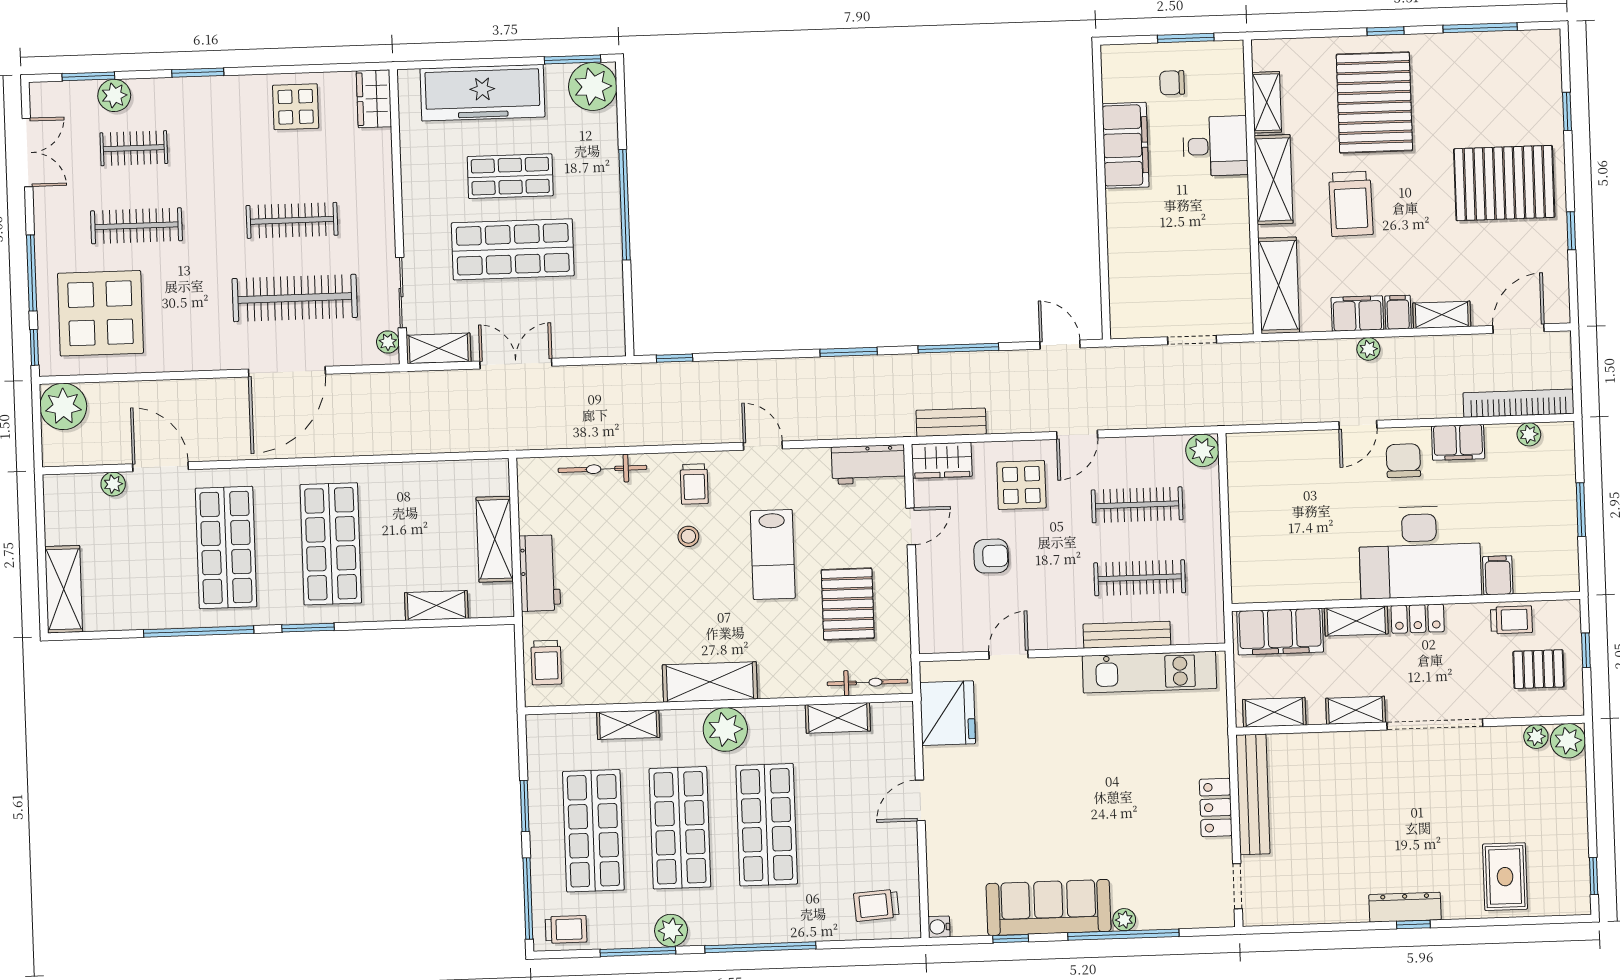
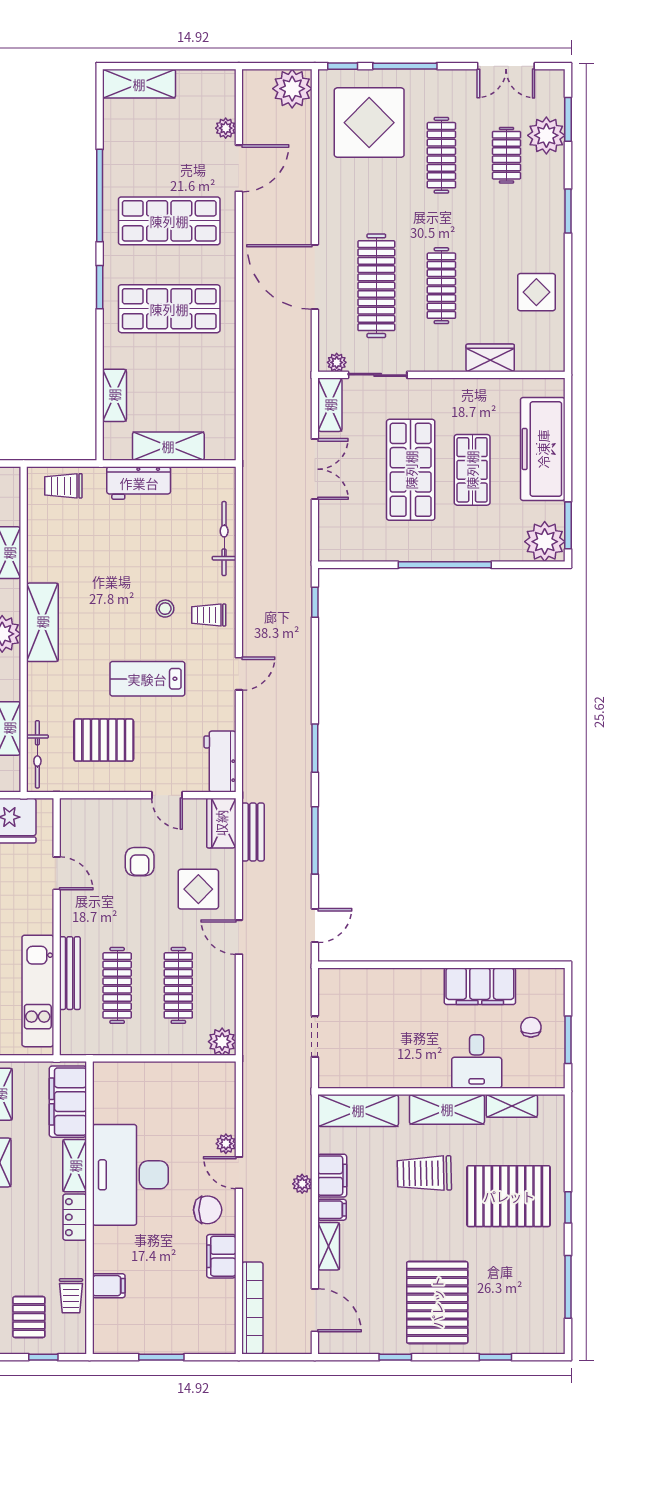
plant: (114, 95) -> (546, 135), width x1.36, depth x1.36
wardrobe: (374, 99) -> (490, 358), moved
plant: (1529, 434) -> (226, 1144), moved
desk: (1420, 552) -> (130, 1175), moved

